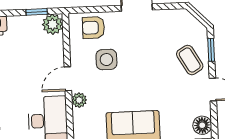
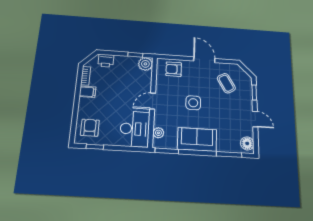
side table: (106, 60) -> (193, 103), moved
coffee table: (190, 60) -> (226, 83), moved
plant: (79, 100) -> (158, 133), moved

